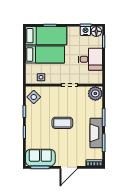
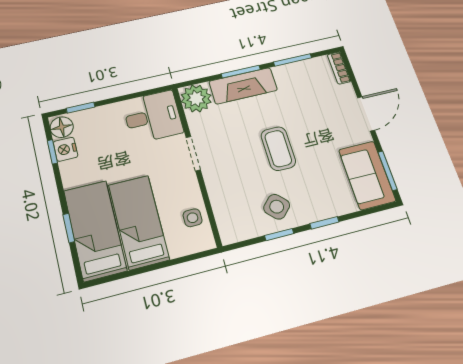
desk: (90, 59) -> (153, 117), moved, turned 90
side table: (34, 97) -> (277, 207), moved
fireplace: (96, 133) -> (243, 86), moved
door: (69, 167) -> (366, 114), hinge flipped

